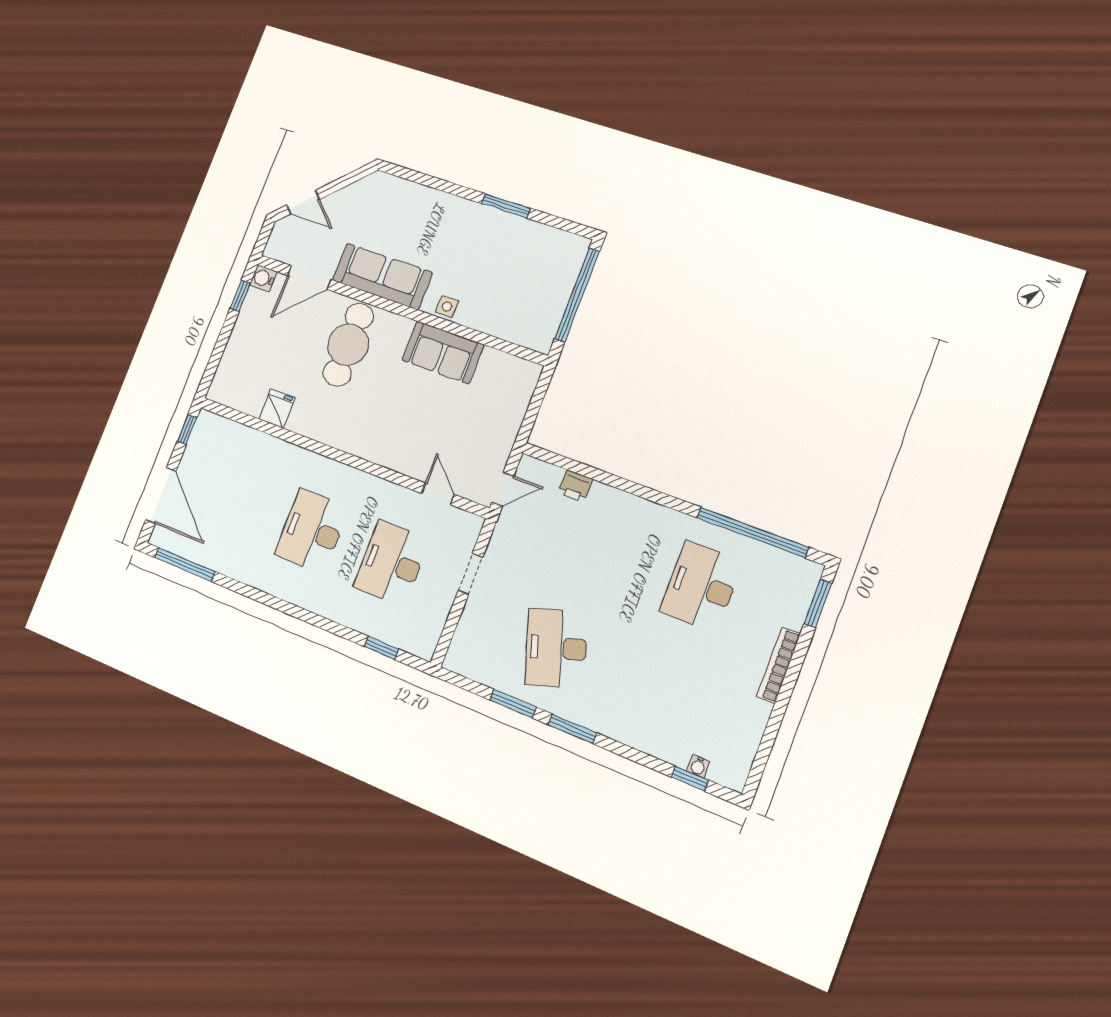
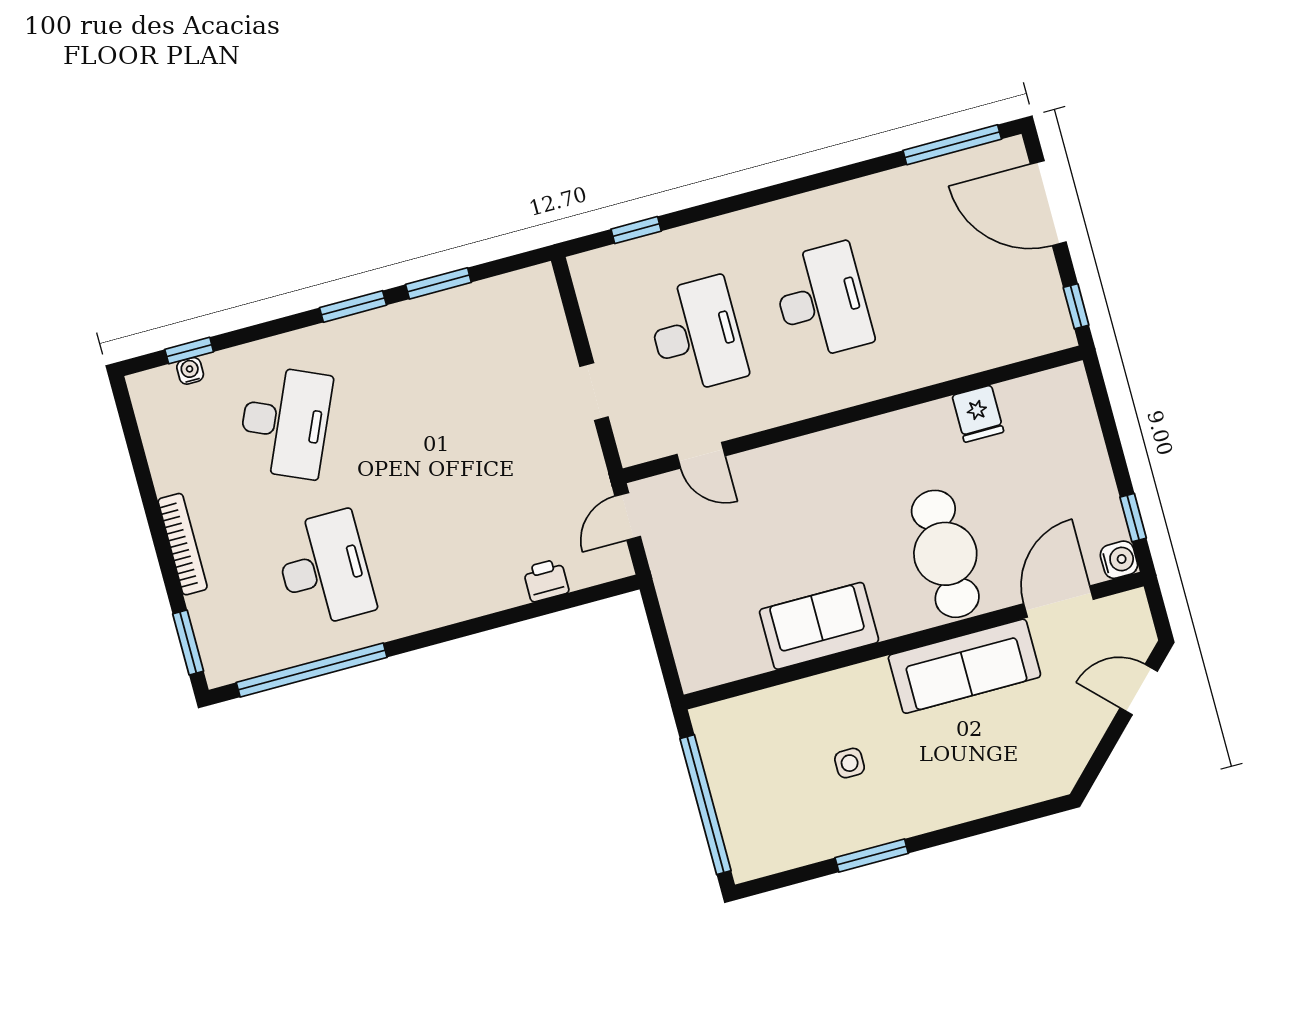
side table: (447, 306) -> (850, 763), moved
desk: (556, 648) -> (285, 422), moved, turned 42

